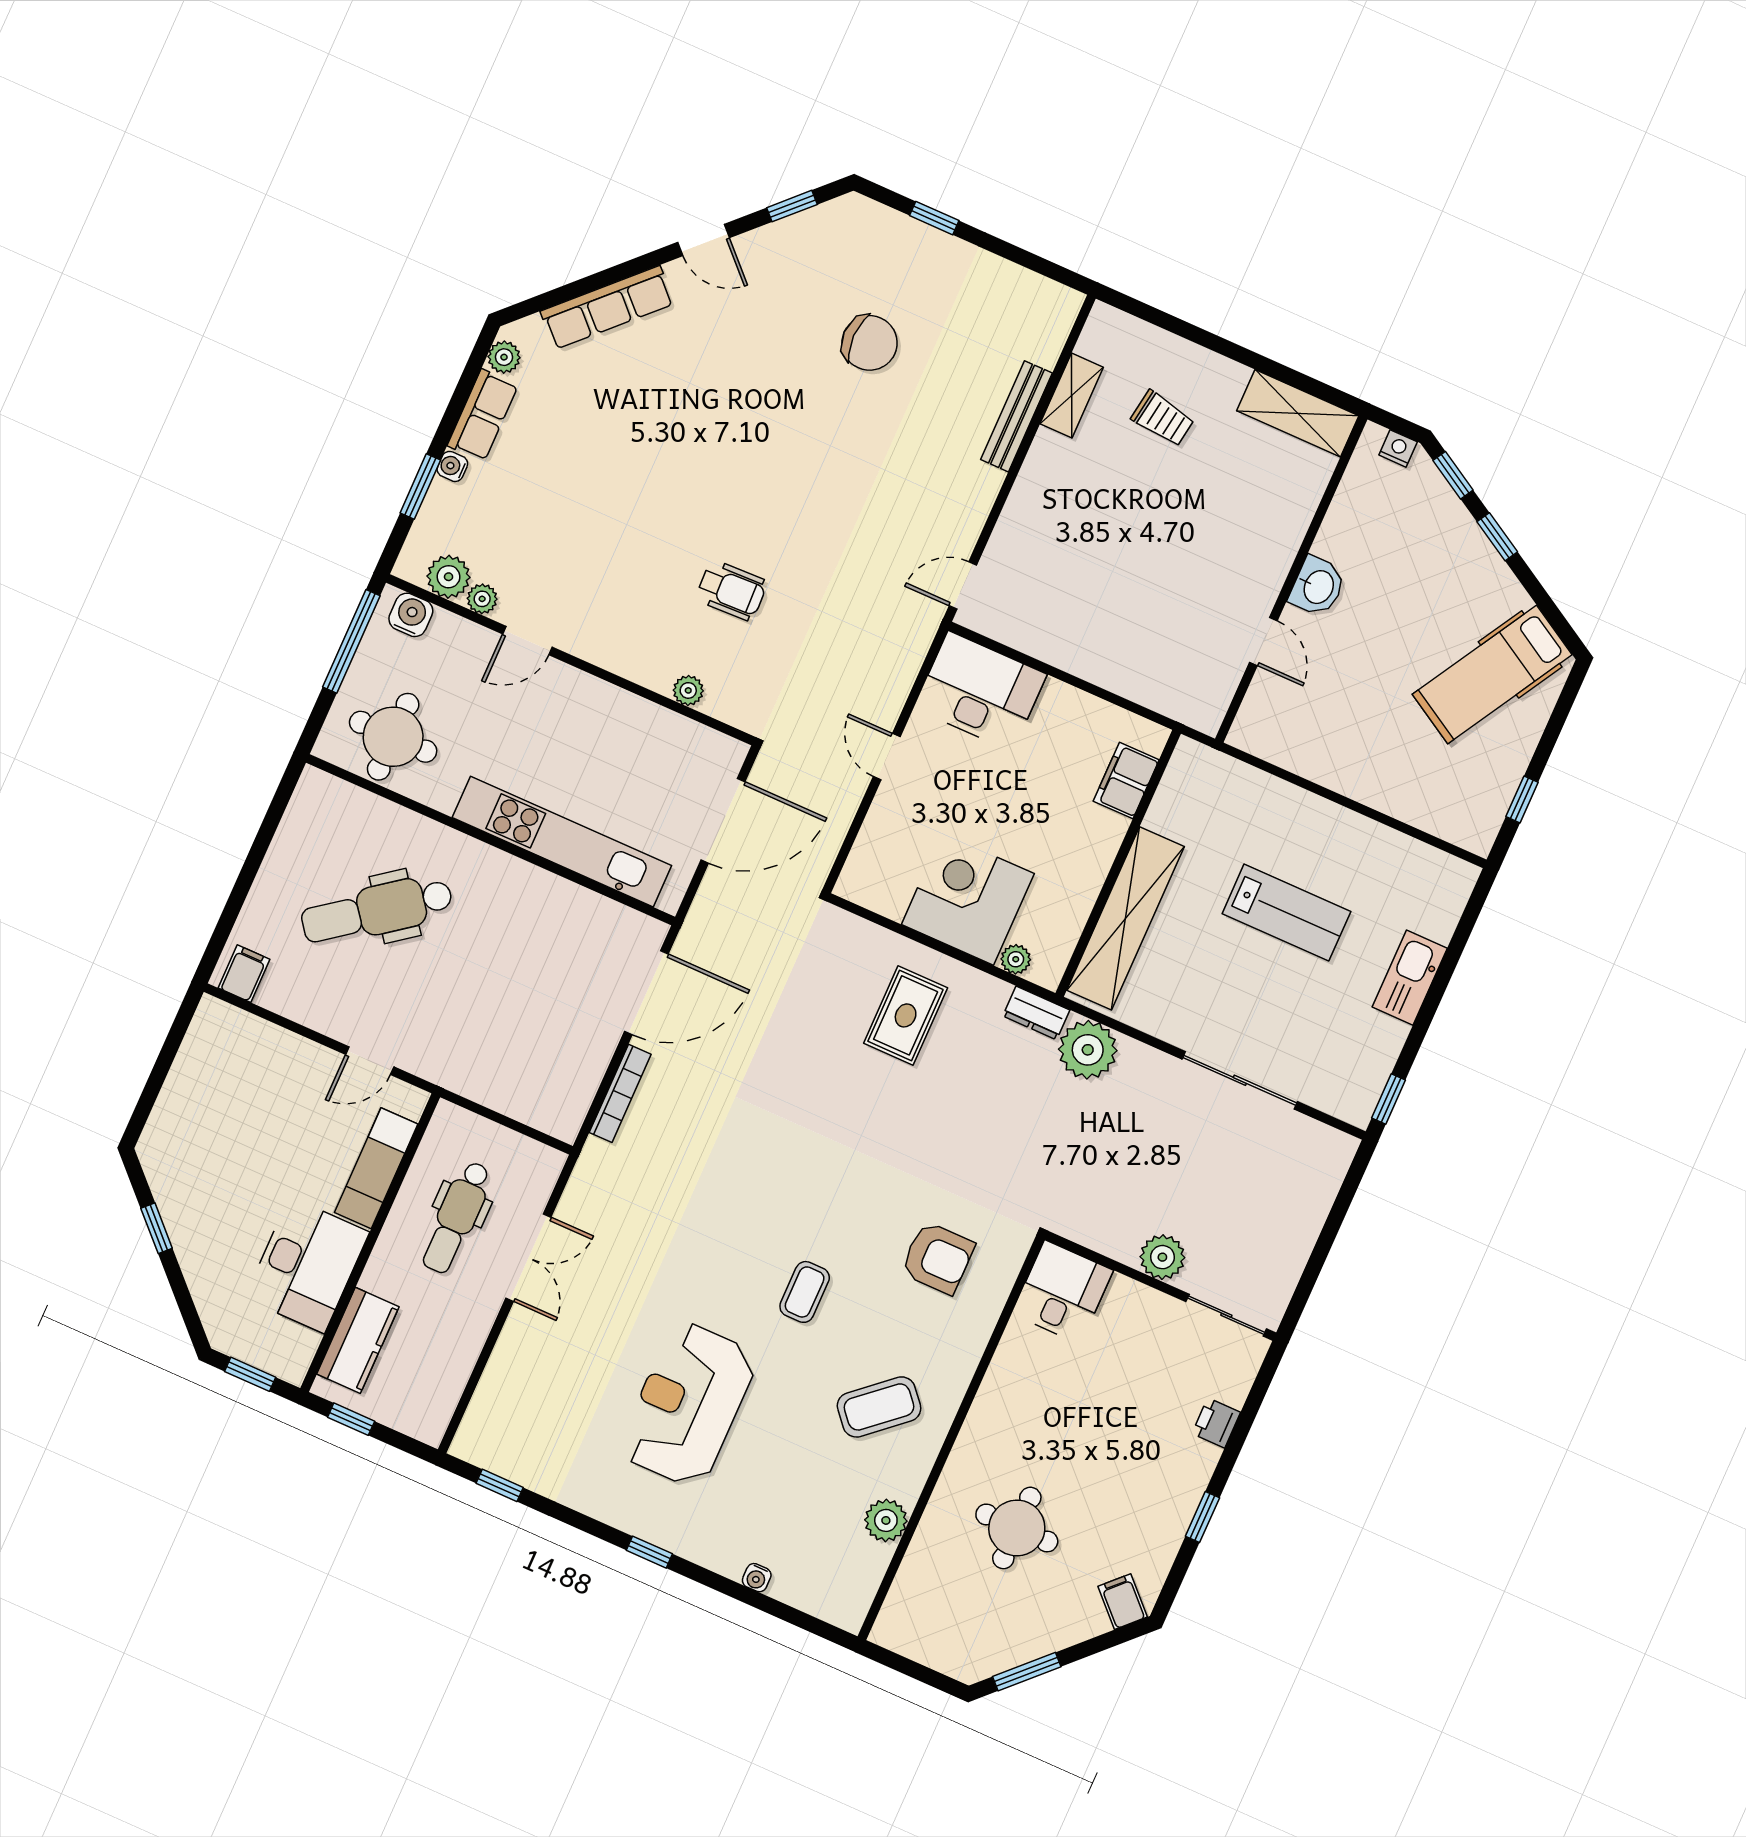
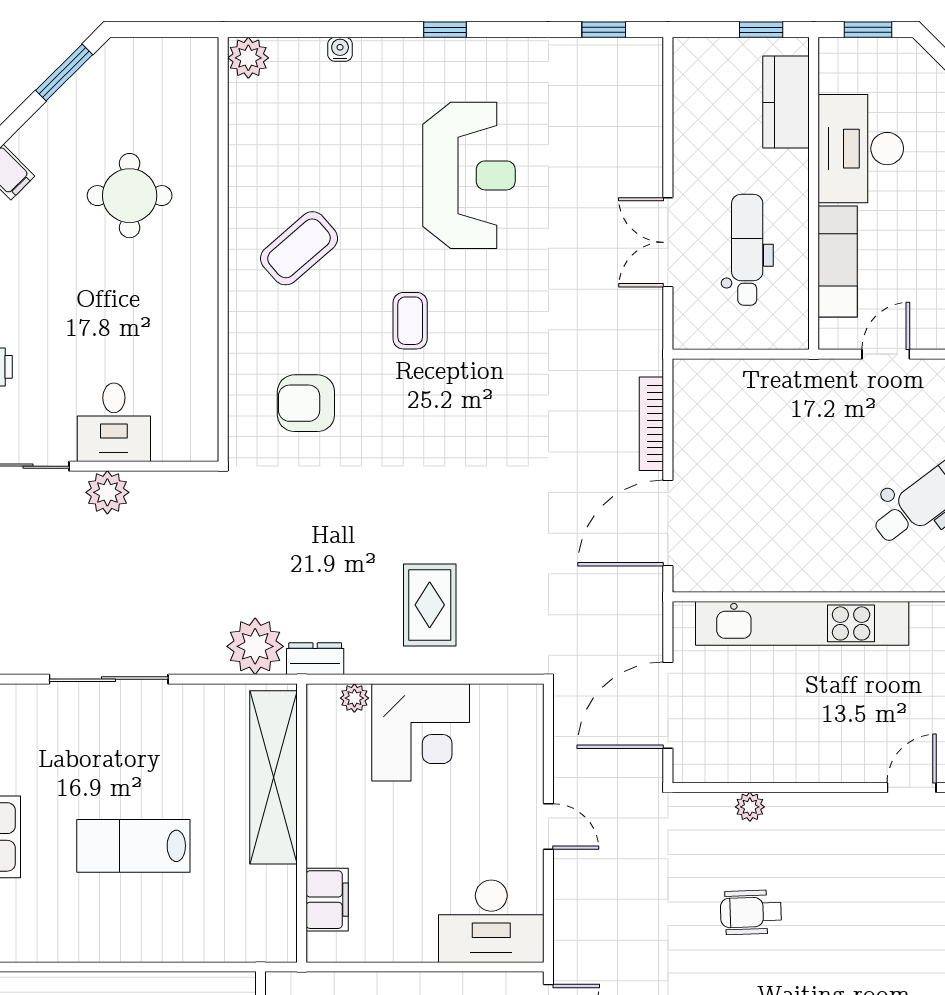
desk: (1062, 1292) -> (114, 422), moved
plant: (886, 1520) -> (248, 58), moved

